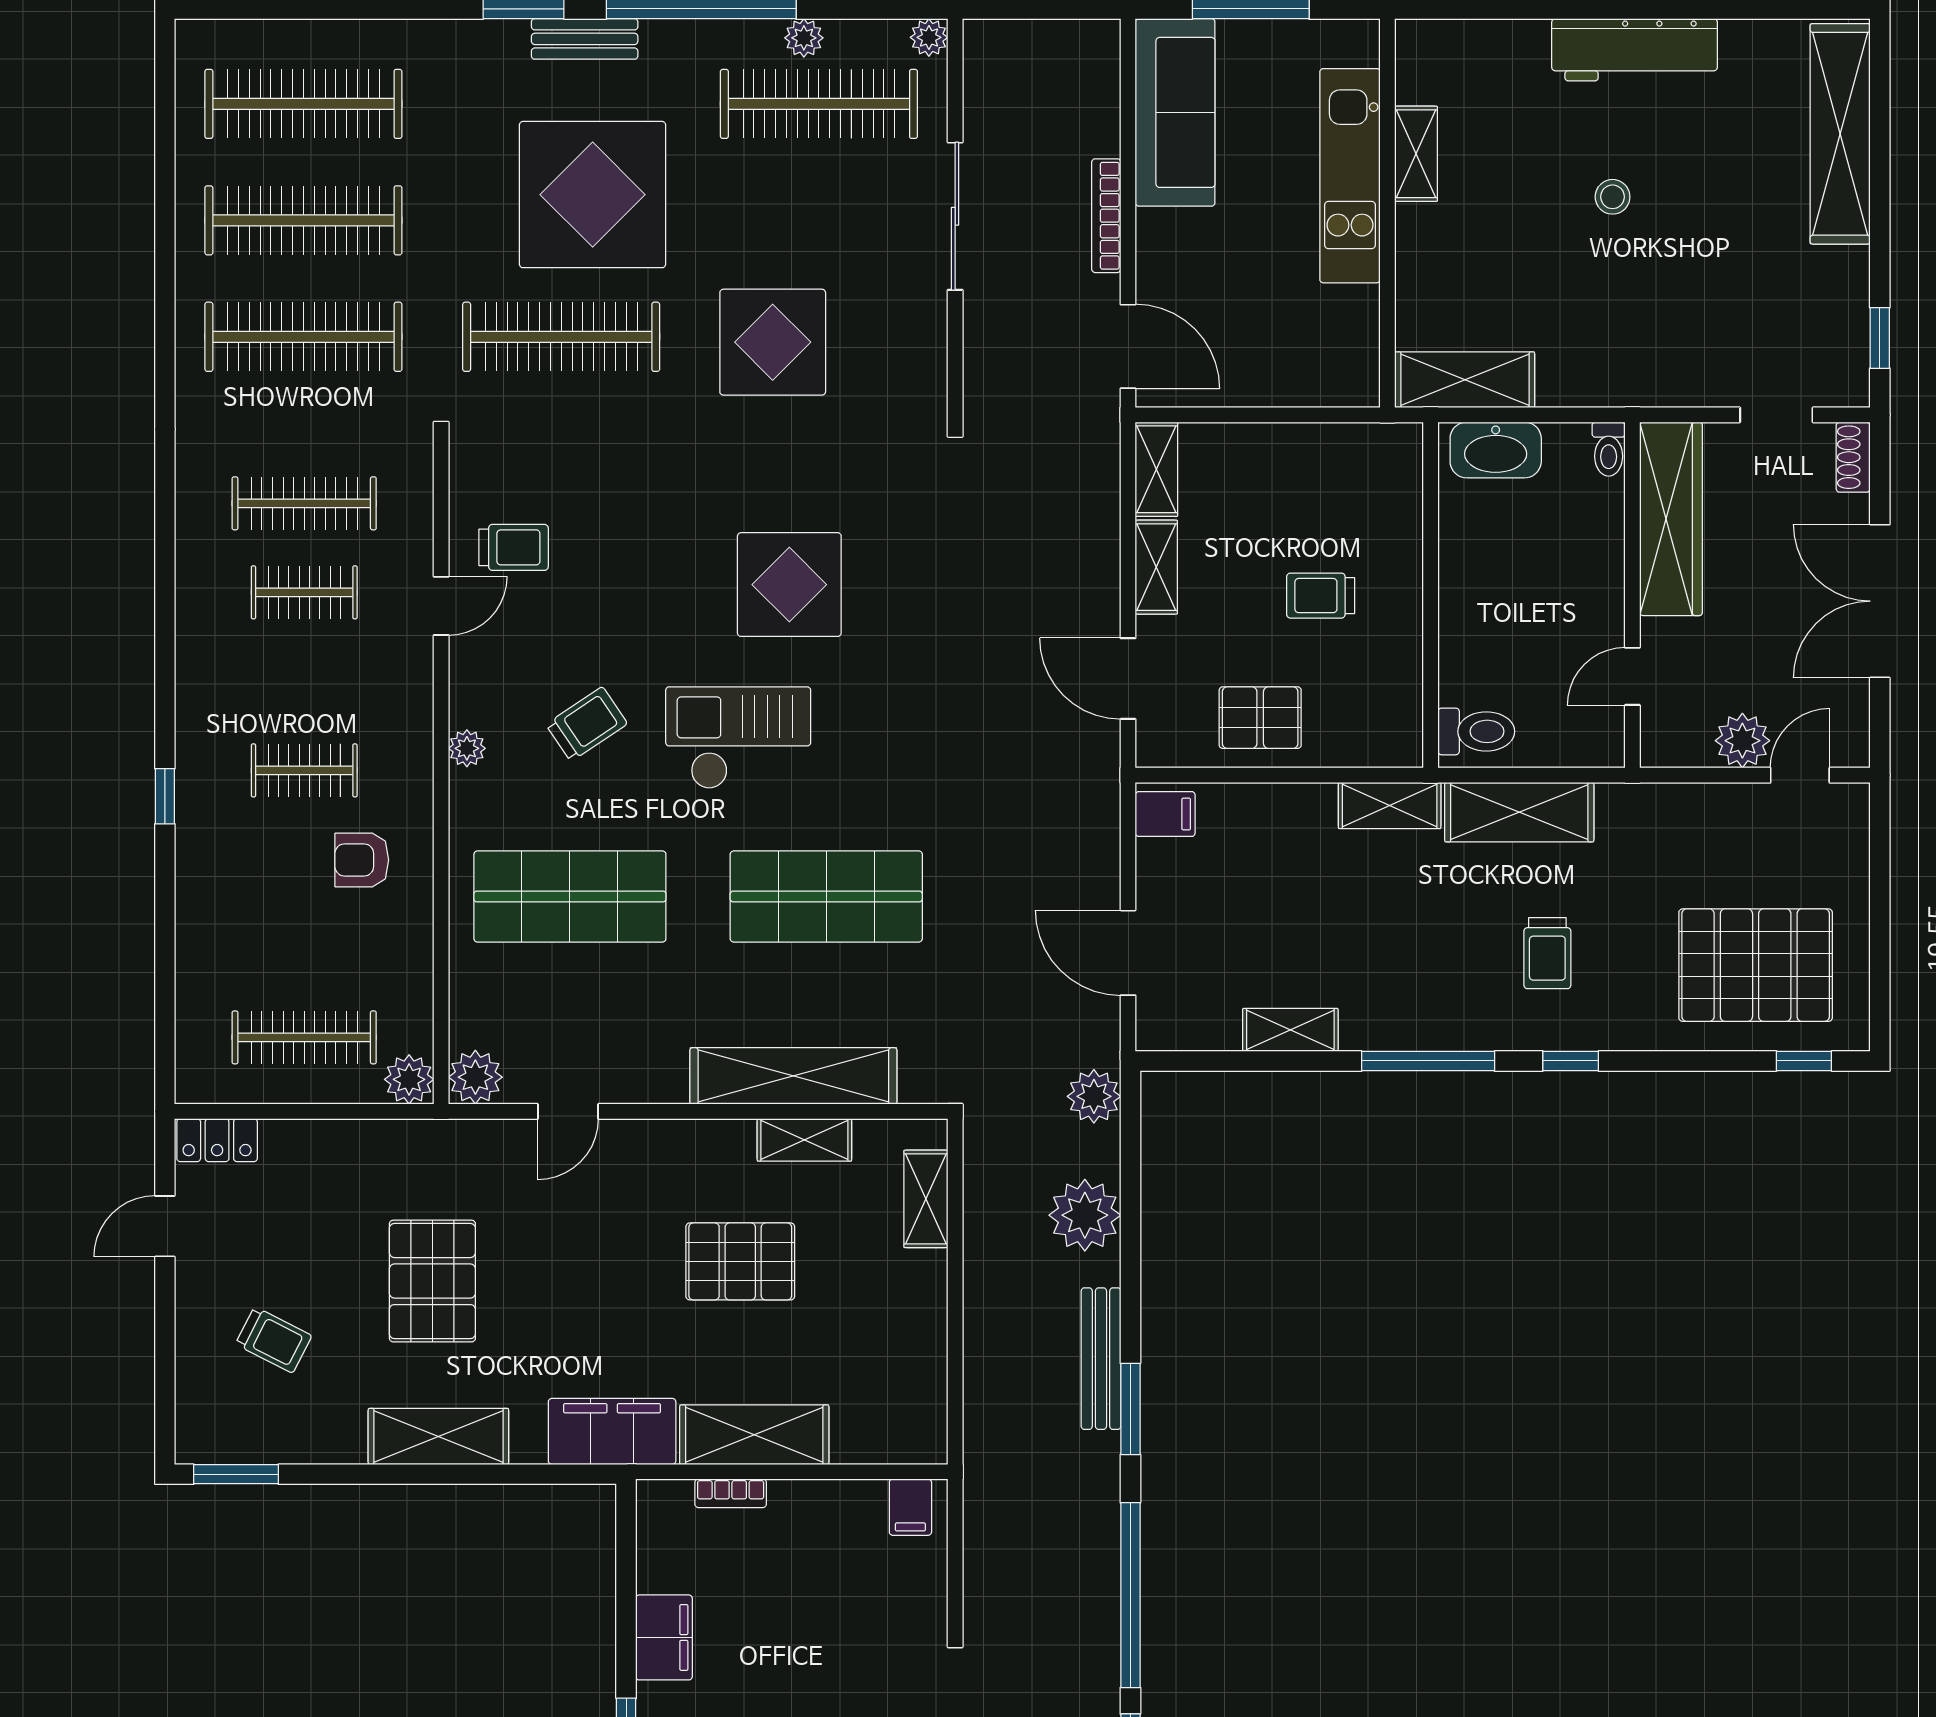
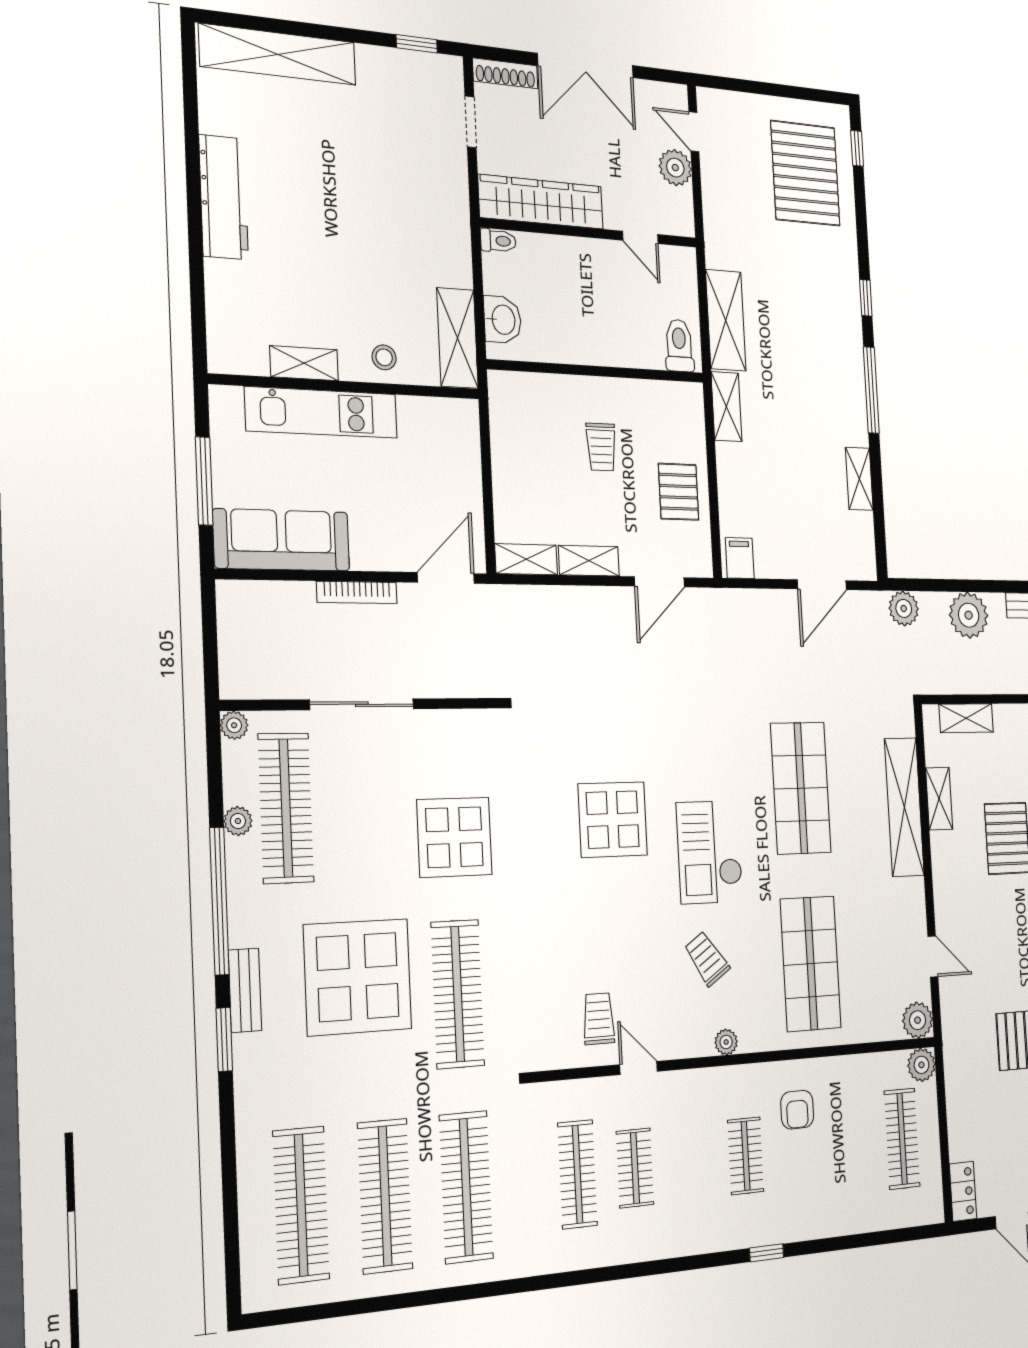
stool: (1613, 197) -> (384, 357), moved
washbasin: (1496, 450) -> (502, 320), width x0.72
shoe rack: (1853, 457) -> (505, 73), width x1.43
trolley: (1547, 953) -> (806, 308), removed

